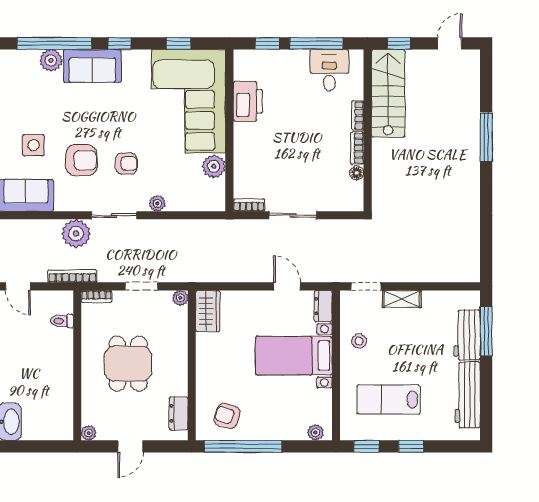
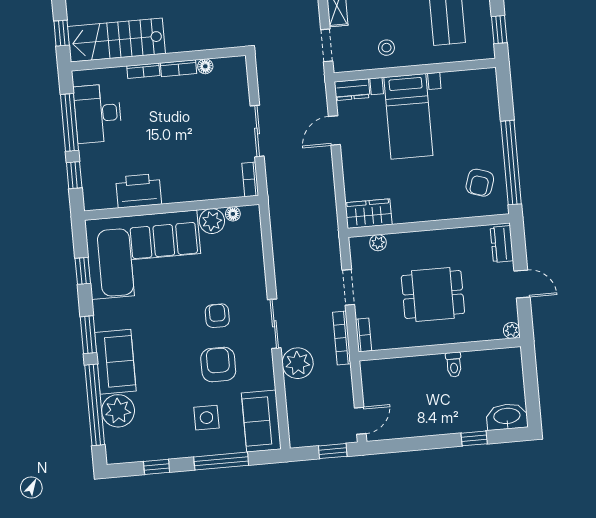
window: (119, 43) -> (88, 335), width x1.50
plant: (51, 60) -> (118, 411), width x1.36, depth x1.36
desk: (329, 70) -> (98, 113), width x1.37
floor lamp: (219, 186) -> (233, 214), added
plant: (157, 203) -> (257, 278), removed
bookcase: (72, 276) -> (342, 338), moved
plant: (180, 298) -> (378, 243), moved
toilet: (62, 321) -> (454, 365), moved
dresser: (179, 413) -> (502, 244), moved, turned 90
plant: (315, 432) -> (489, 86), removed

